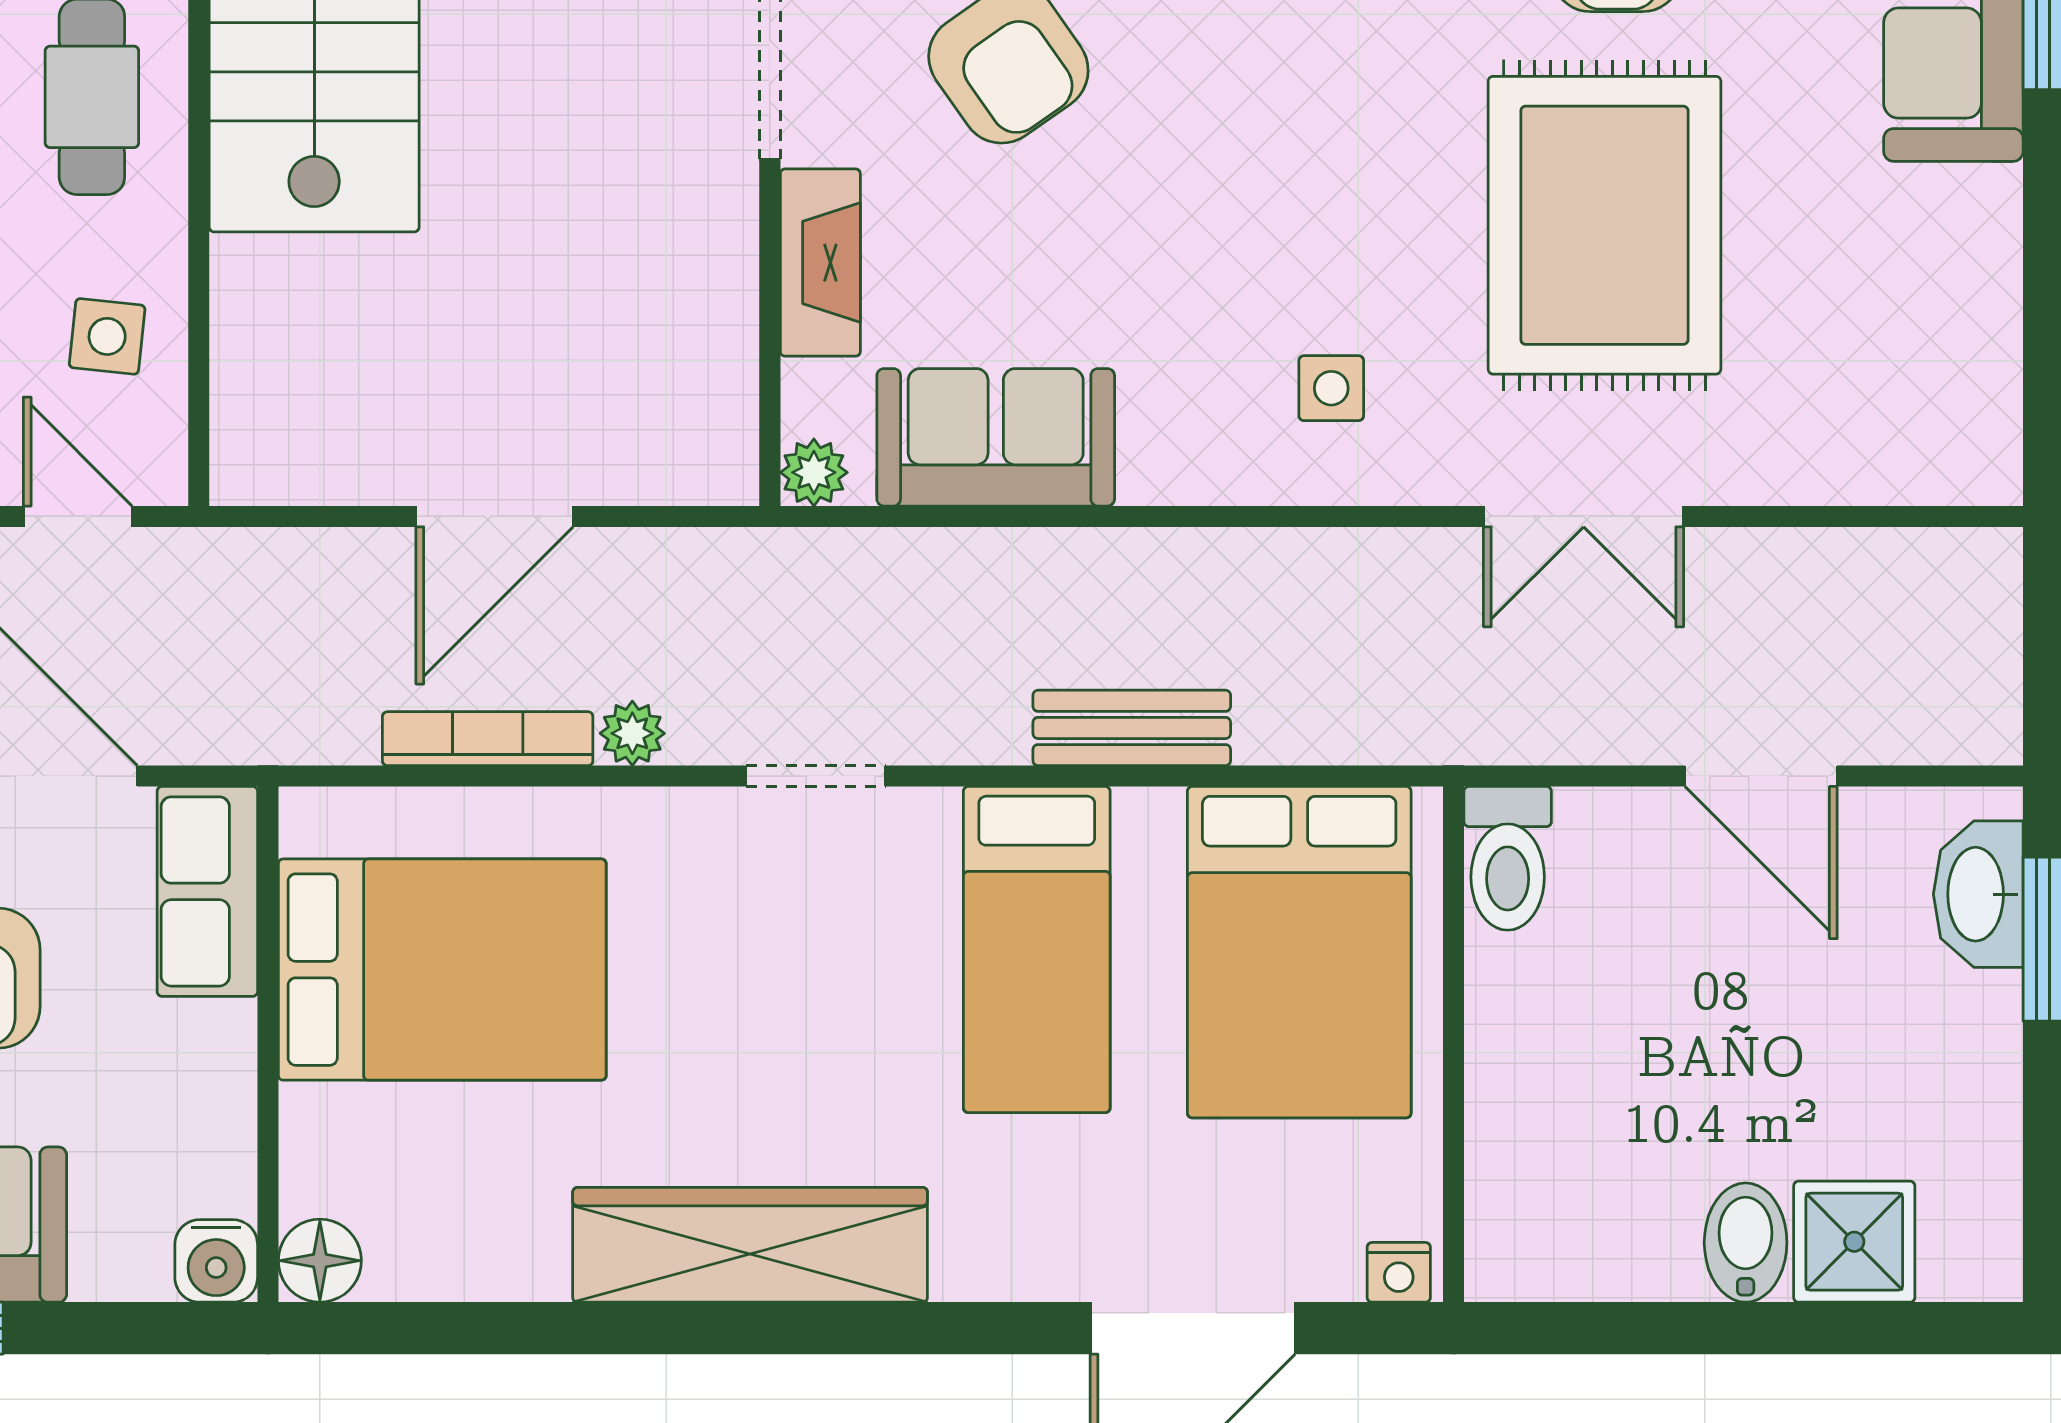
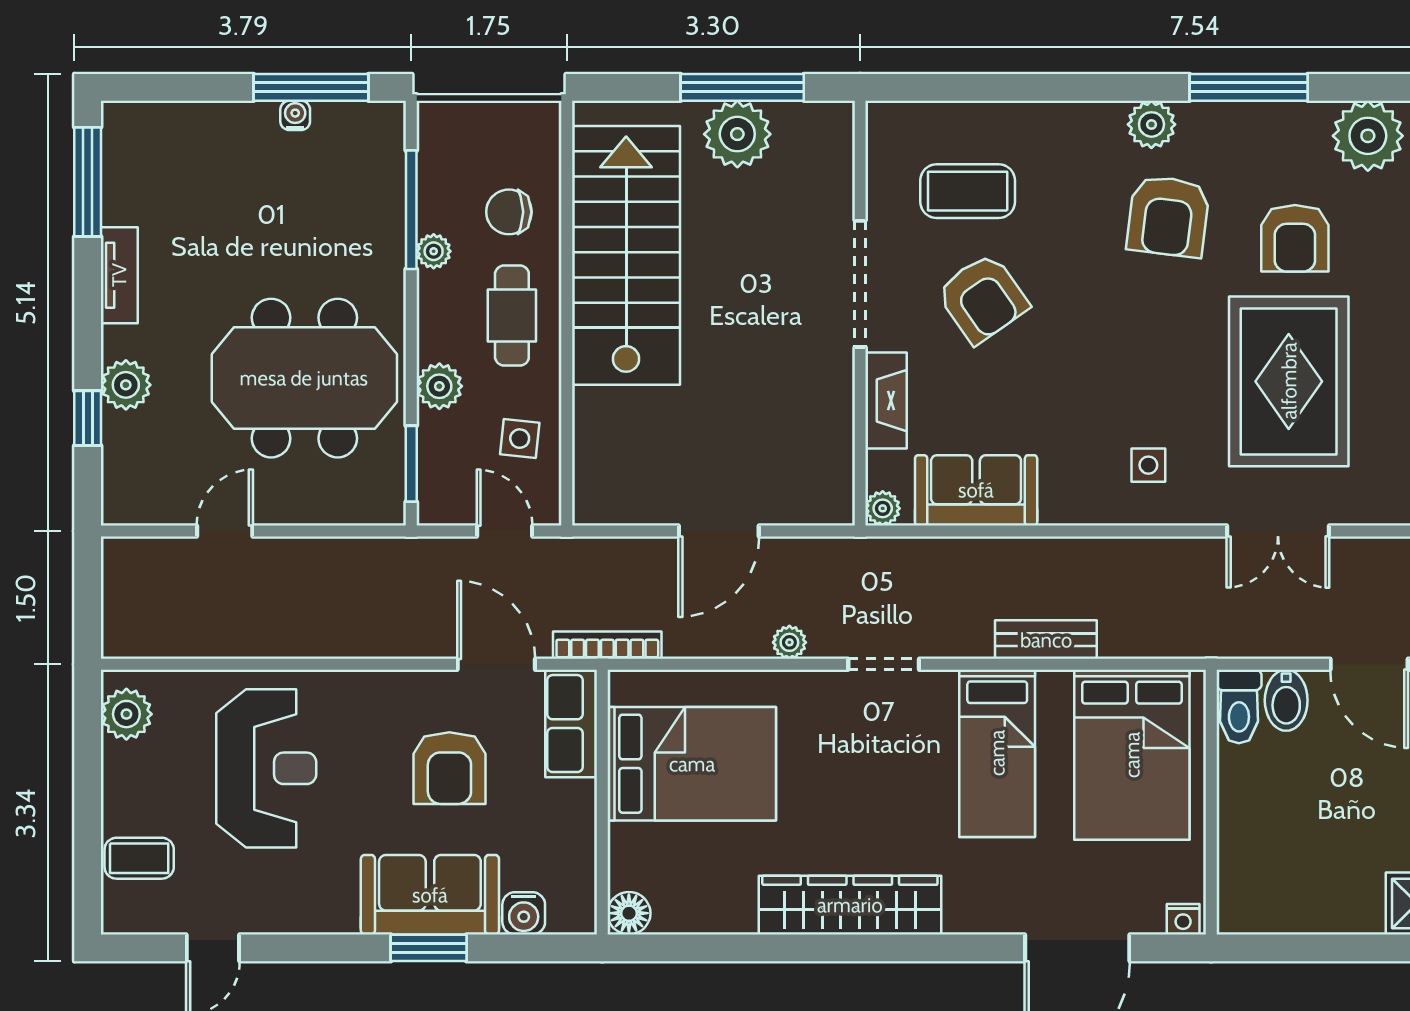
bookcase: (488, 739) -> (607, 645), moved
bidet: (1746, 1243) -> (1286, 700), moved, turned 180
water cooler: (216, 1261) -> (524, 913), moved

